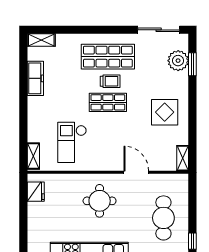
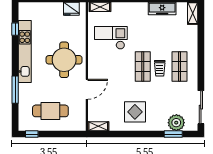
shop shelf: (108, 57) -> (179, 66), width x0.70, depth x0.74
round table: (100, 201) -> (64, 60), width x1.36, depth x1.36

